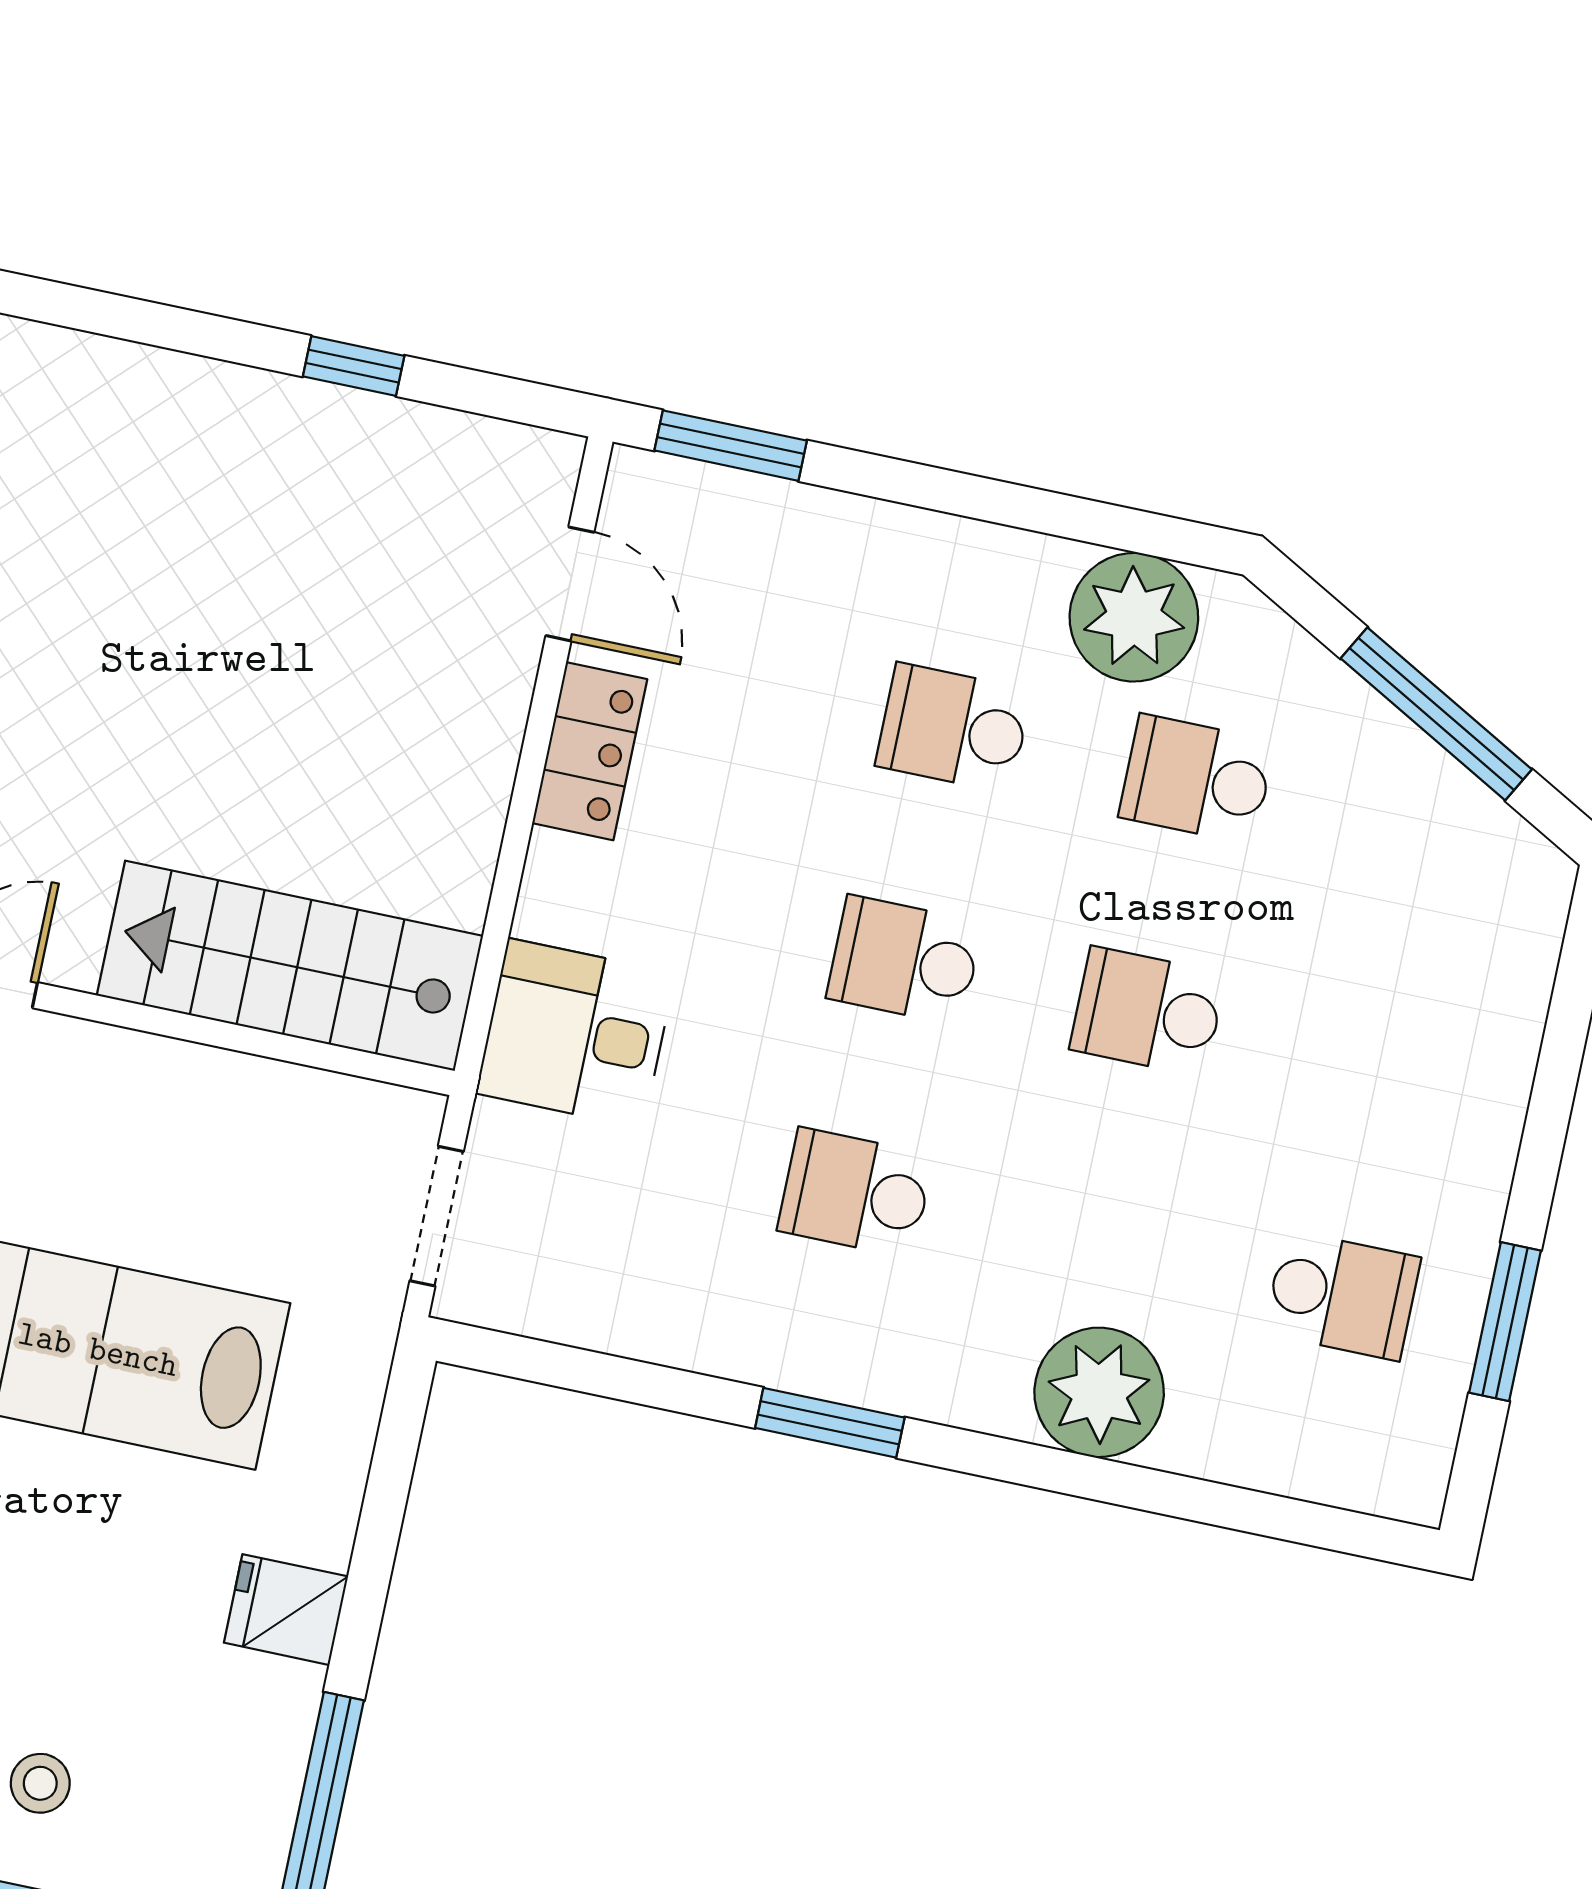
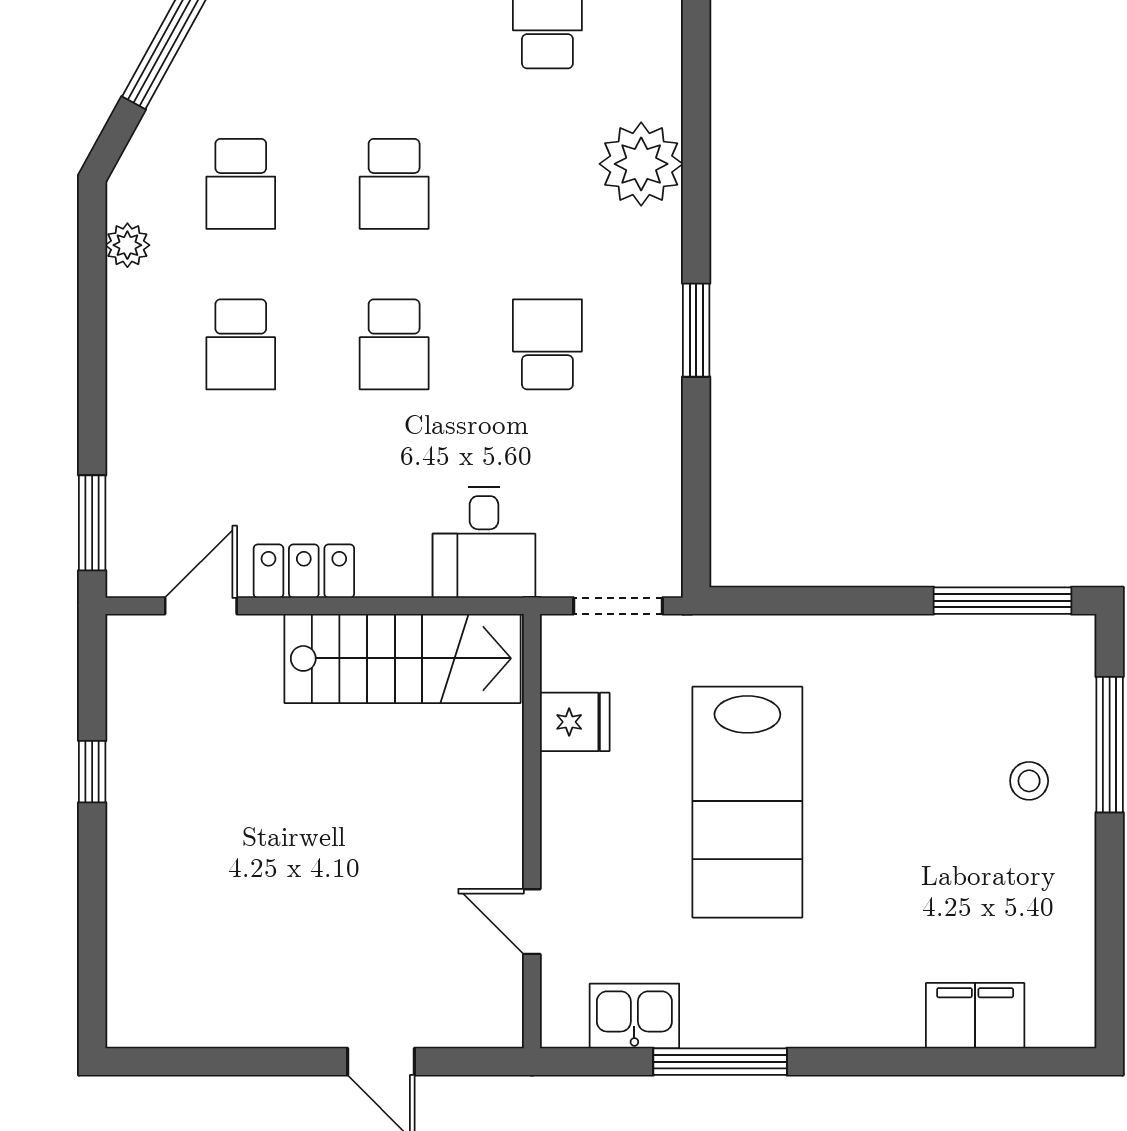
plant: (1134, 617) -> (127, 245), width x0.53, depth x0.53
stairs: (290, 966) -> (402, 658), moved, turned -90
school desk: (856, 1193) -> (547, 344), turned 180
fridge: (286, 1610) -> (575, 722), moved, turned -90

